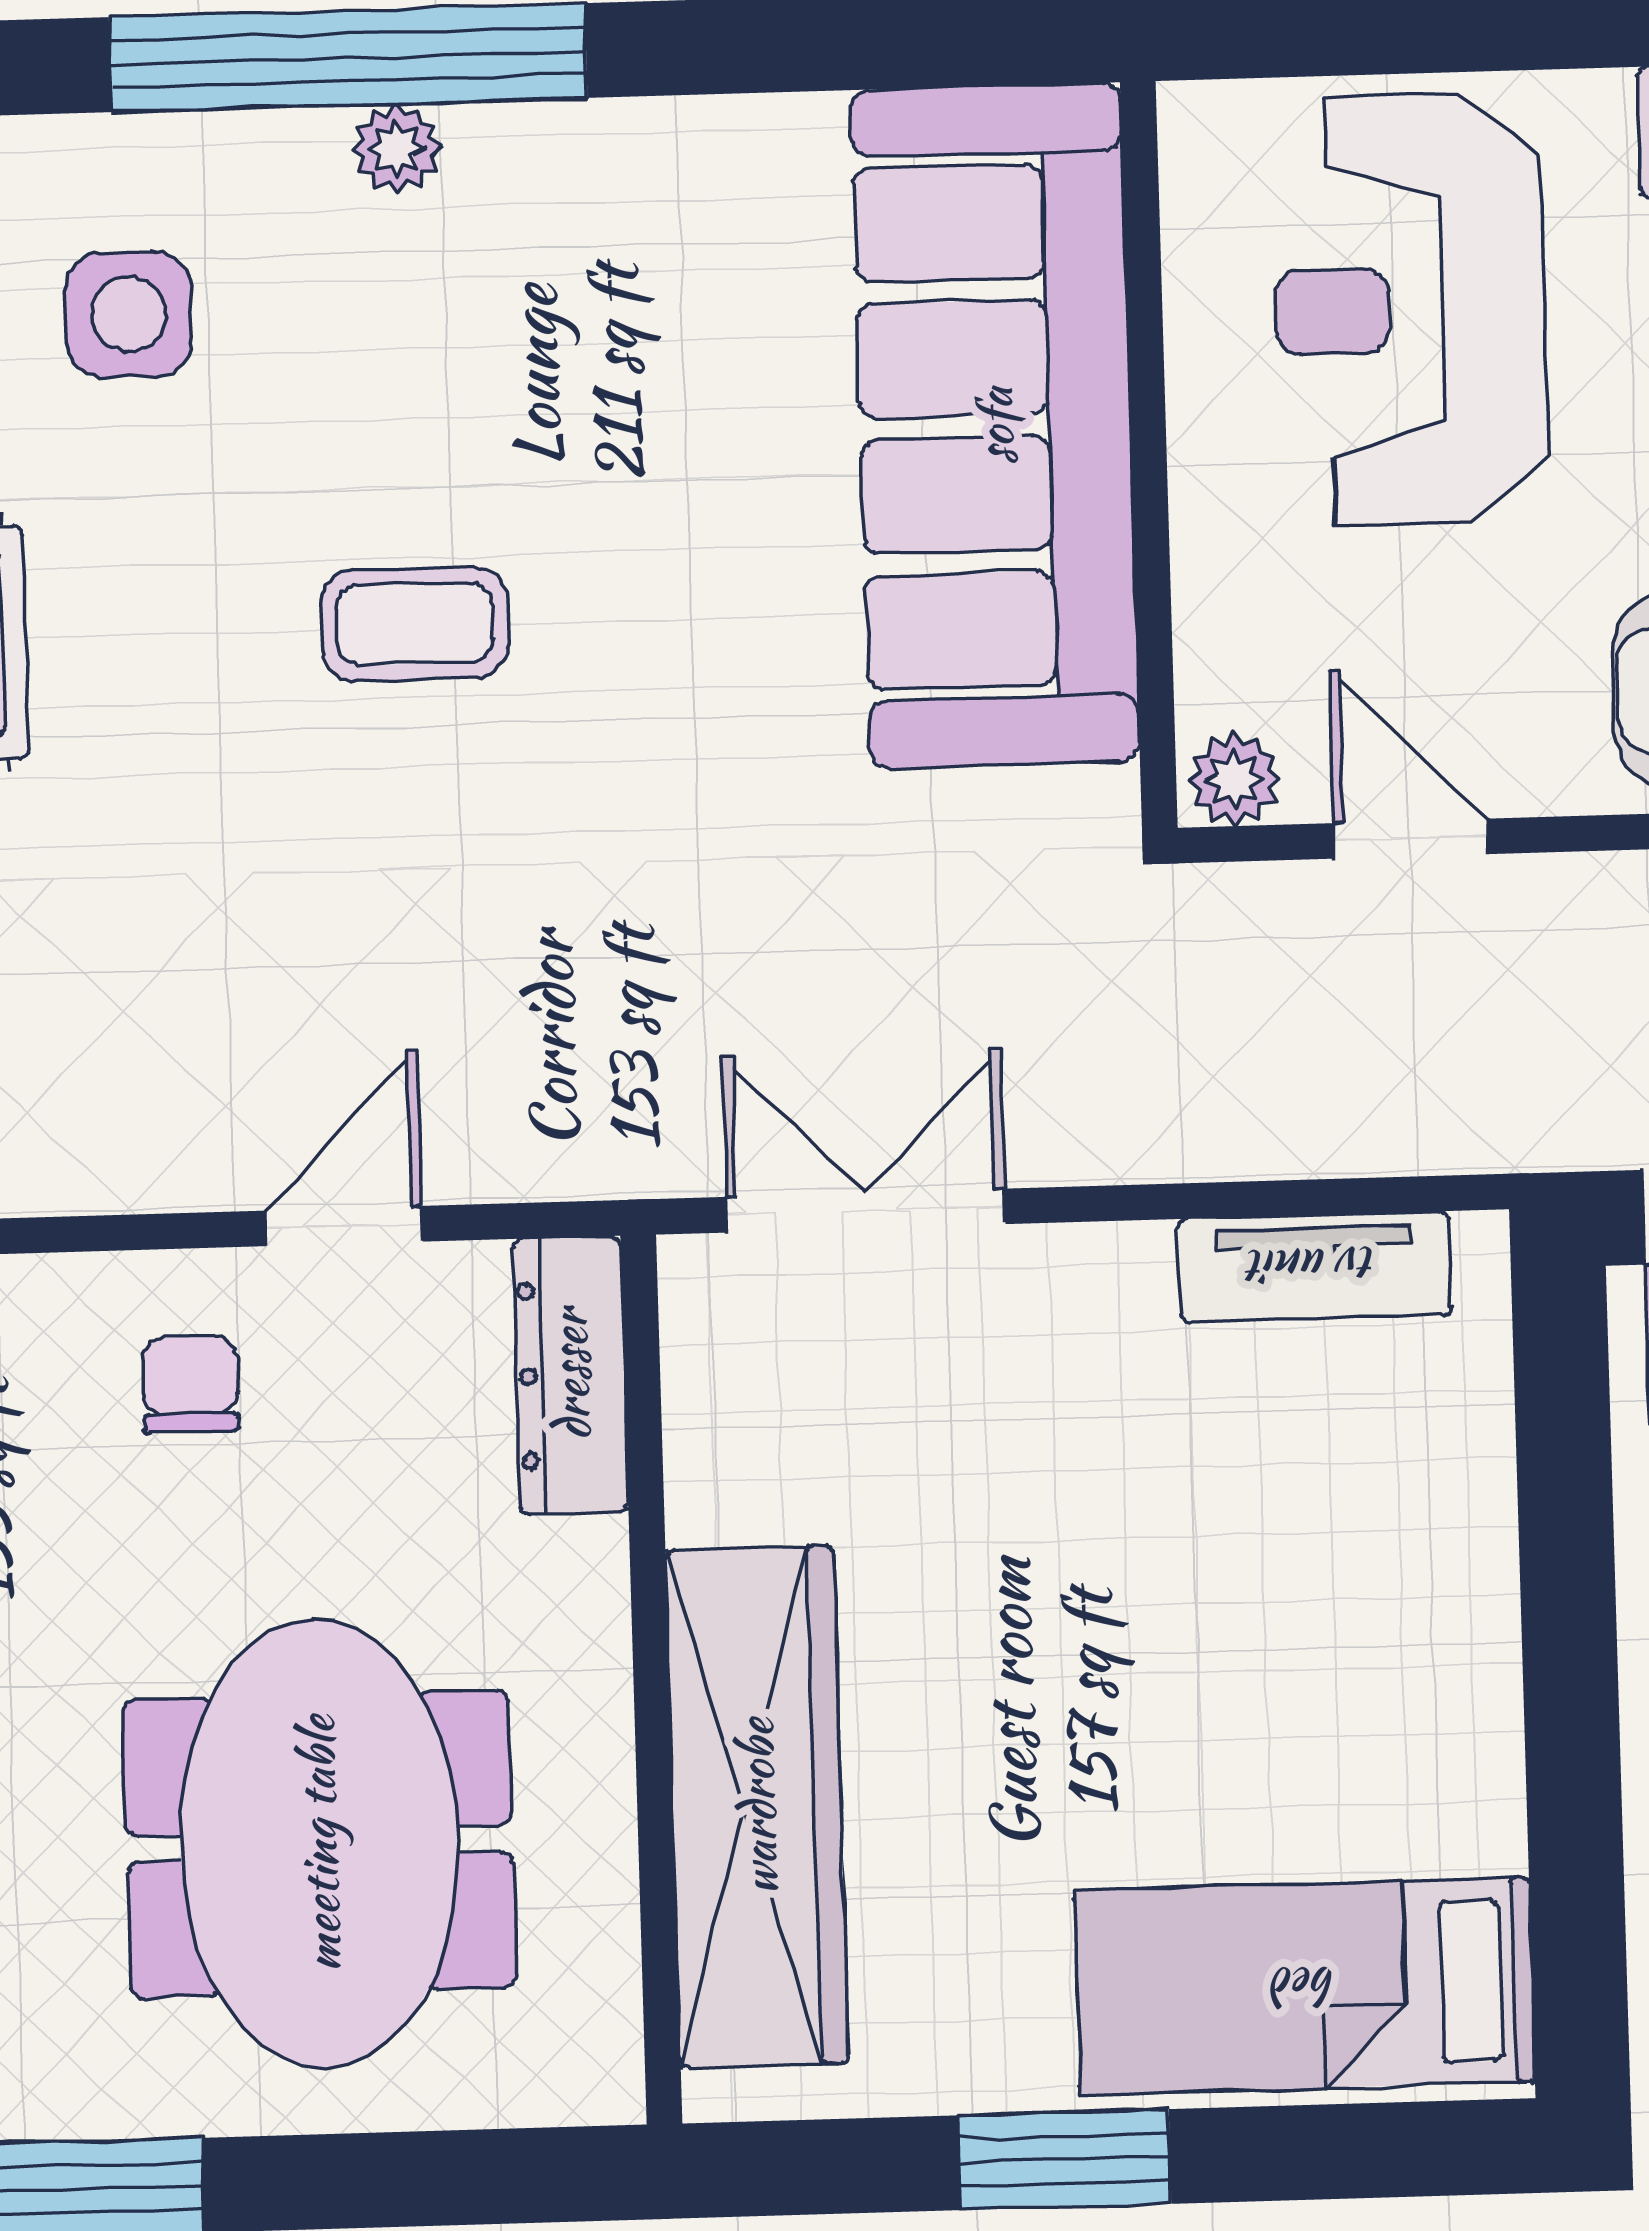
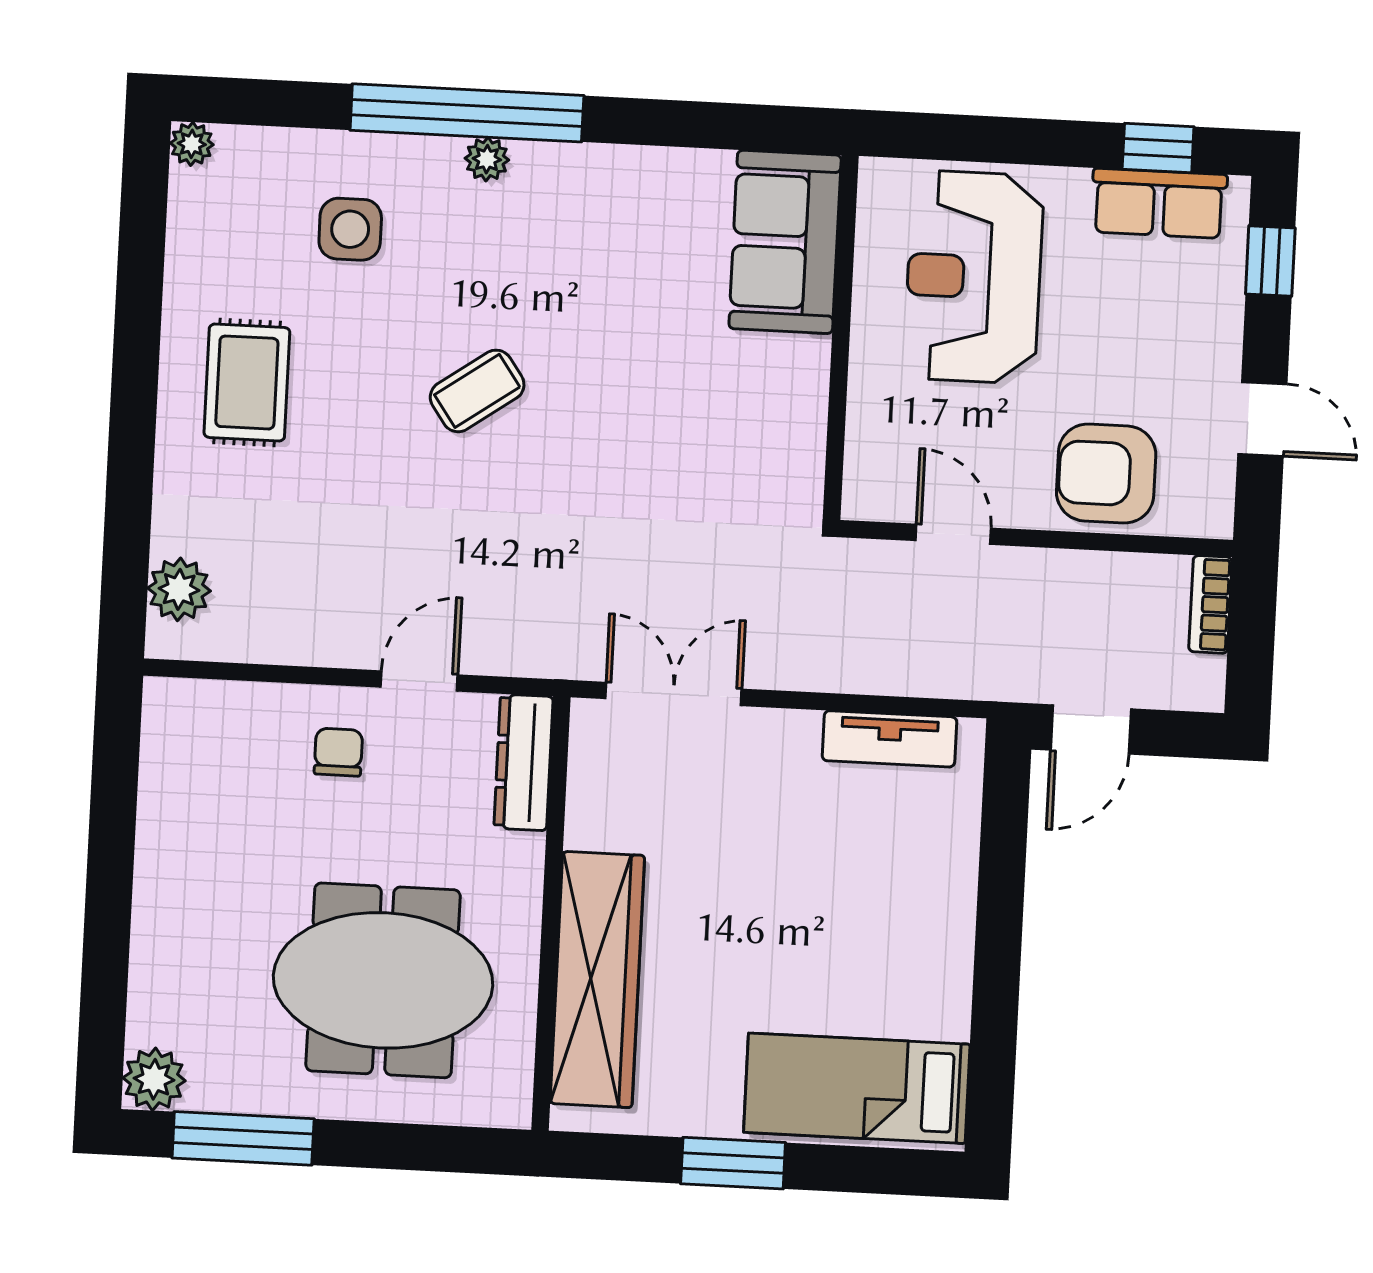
sofa: (995, 426) -> (785, 242), width x0.54, depth x0.79
coffee table: (415, 624) -> (477, 391), turned -35
plant: (1234, 780) -> (870, 499), removed
meeting table: (319, 1844) -> (383, 980), turned 90

